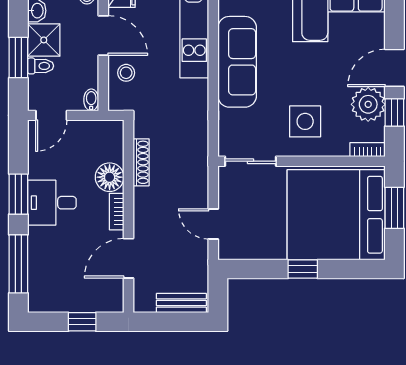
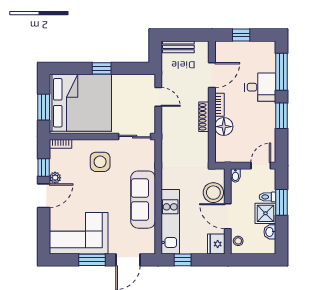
stool: (126, 73) -> (213, 193), width x1.89, depth x1.89
plant: (368, 104) -> (55, 178), width x0.53, depth x0.53
shoe rack: (141, 162) -> (204, 117), moved
desk: (52, 203) -> (260, 87), moved

